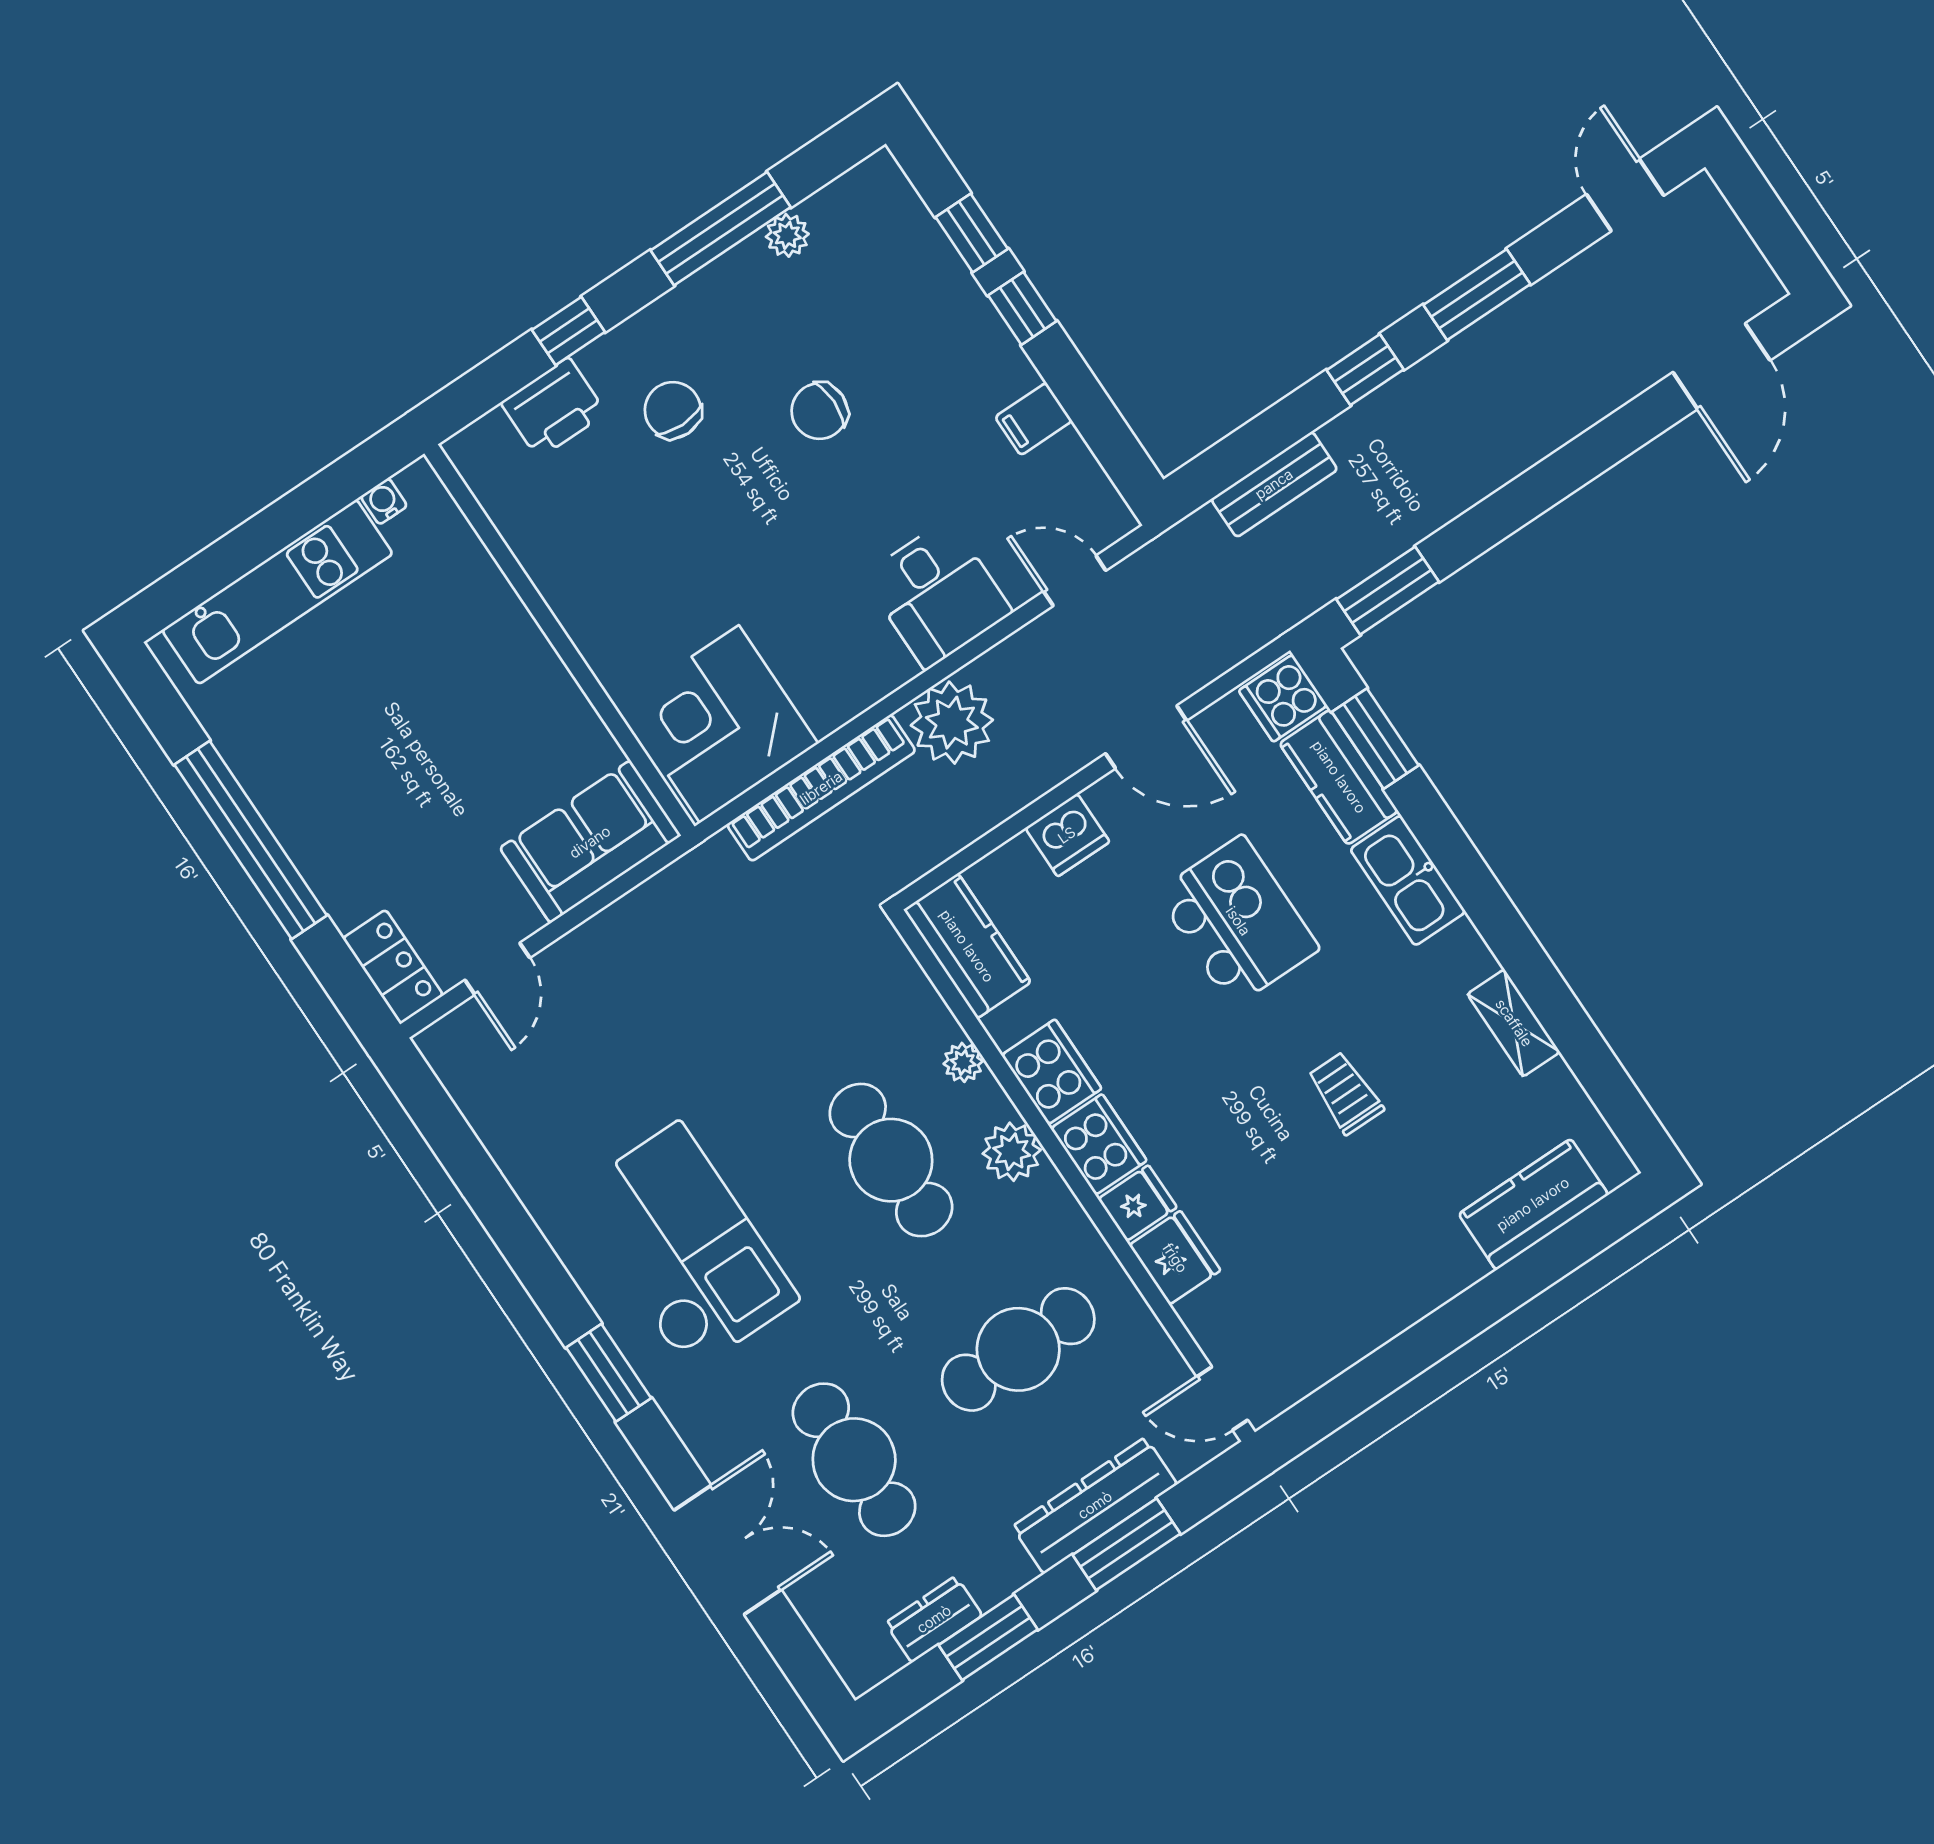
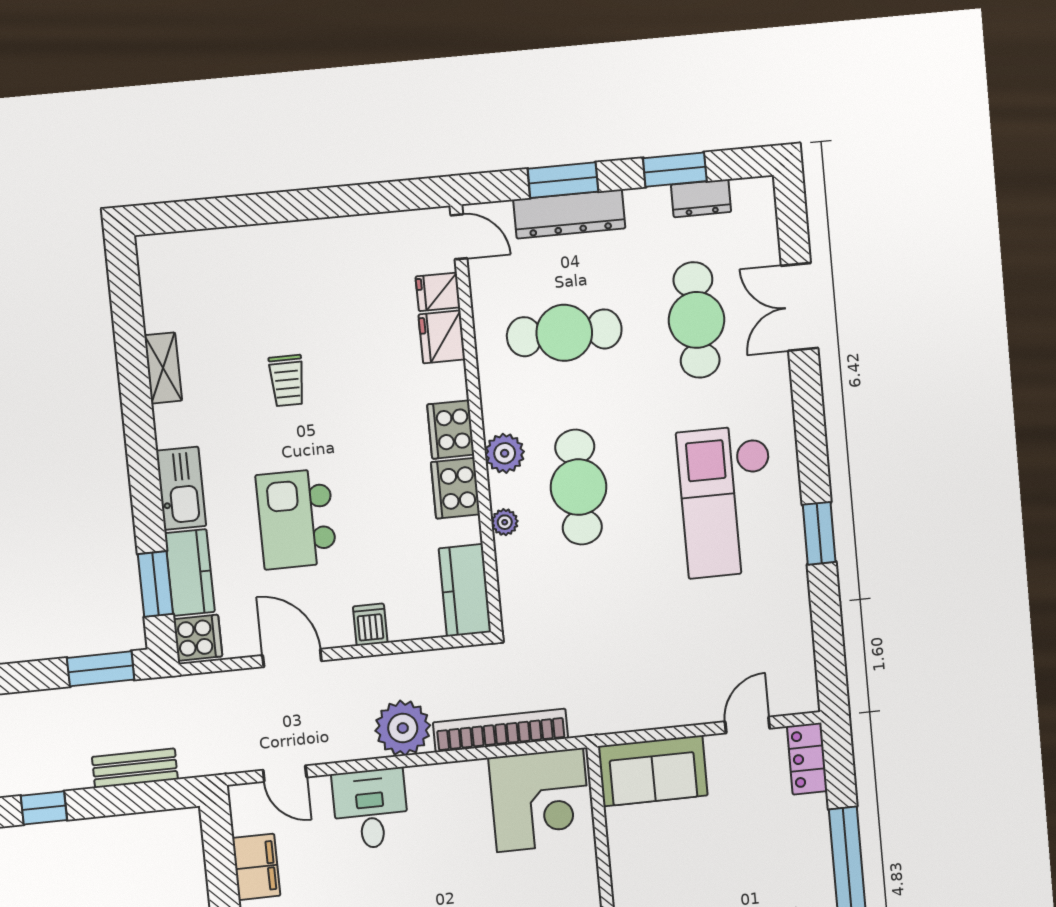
filing cabinet: (1034, 419) -> (256, 867), width x2.00
dishwasher: (1067, 835) -> (370, 625), width x0.73
fridge: (1137, 1203) -> (438, 292), moved
kitchen counter: (1533, 1204) -> (209, 252), removed
window: (609, 1373) -> (819, 533), moved

